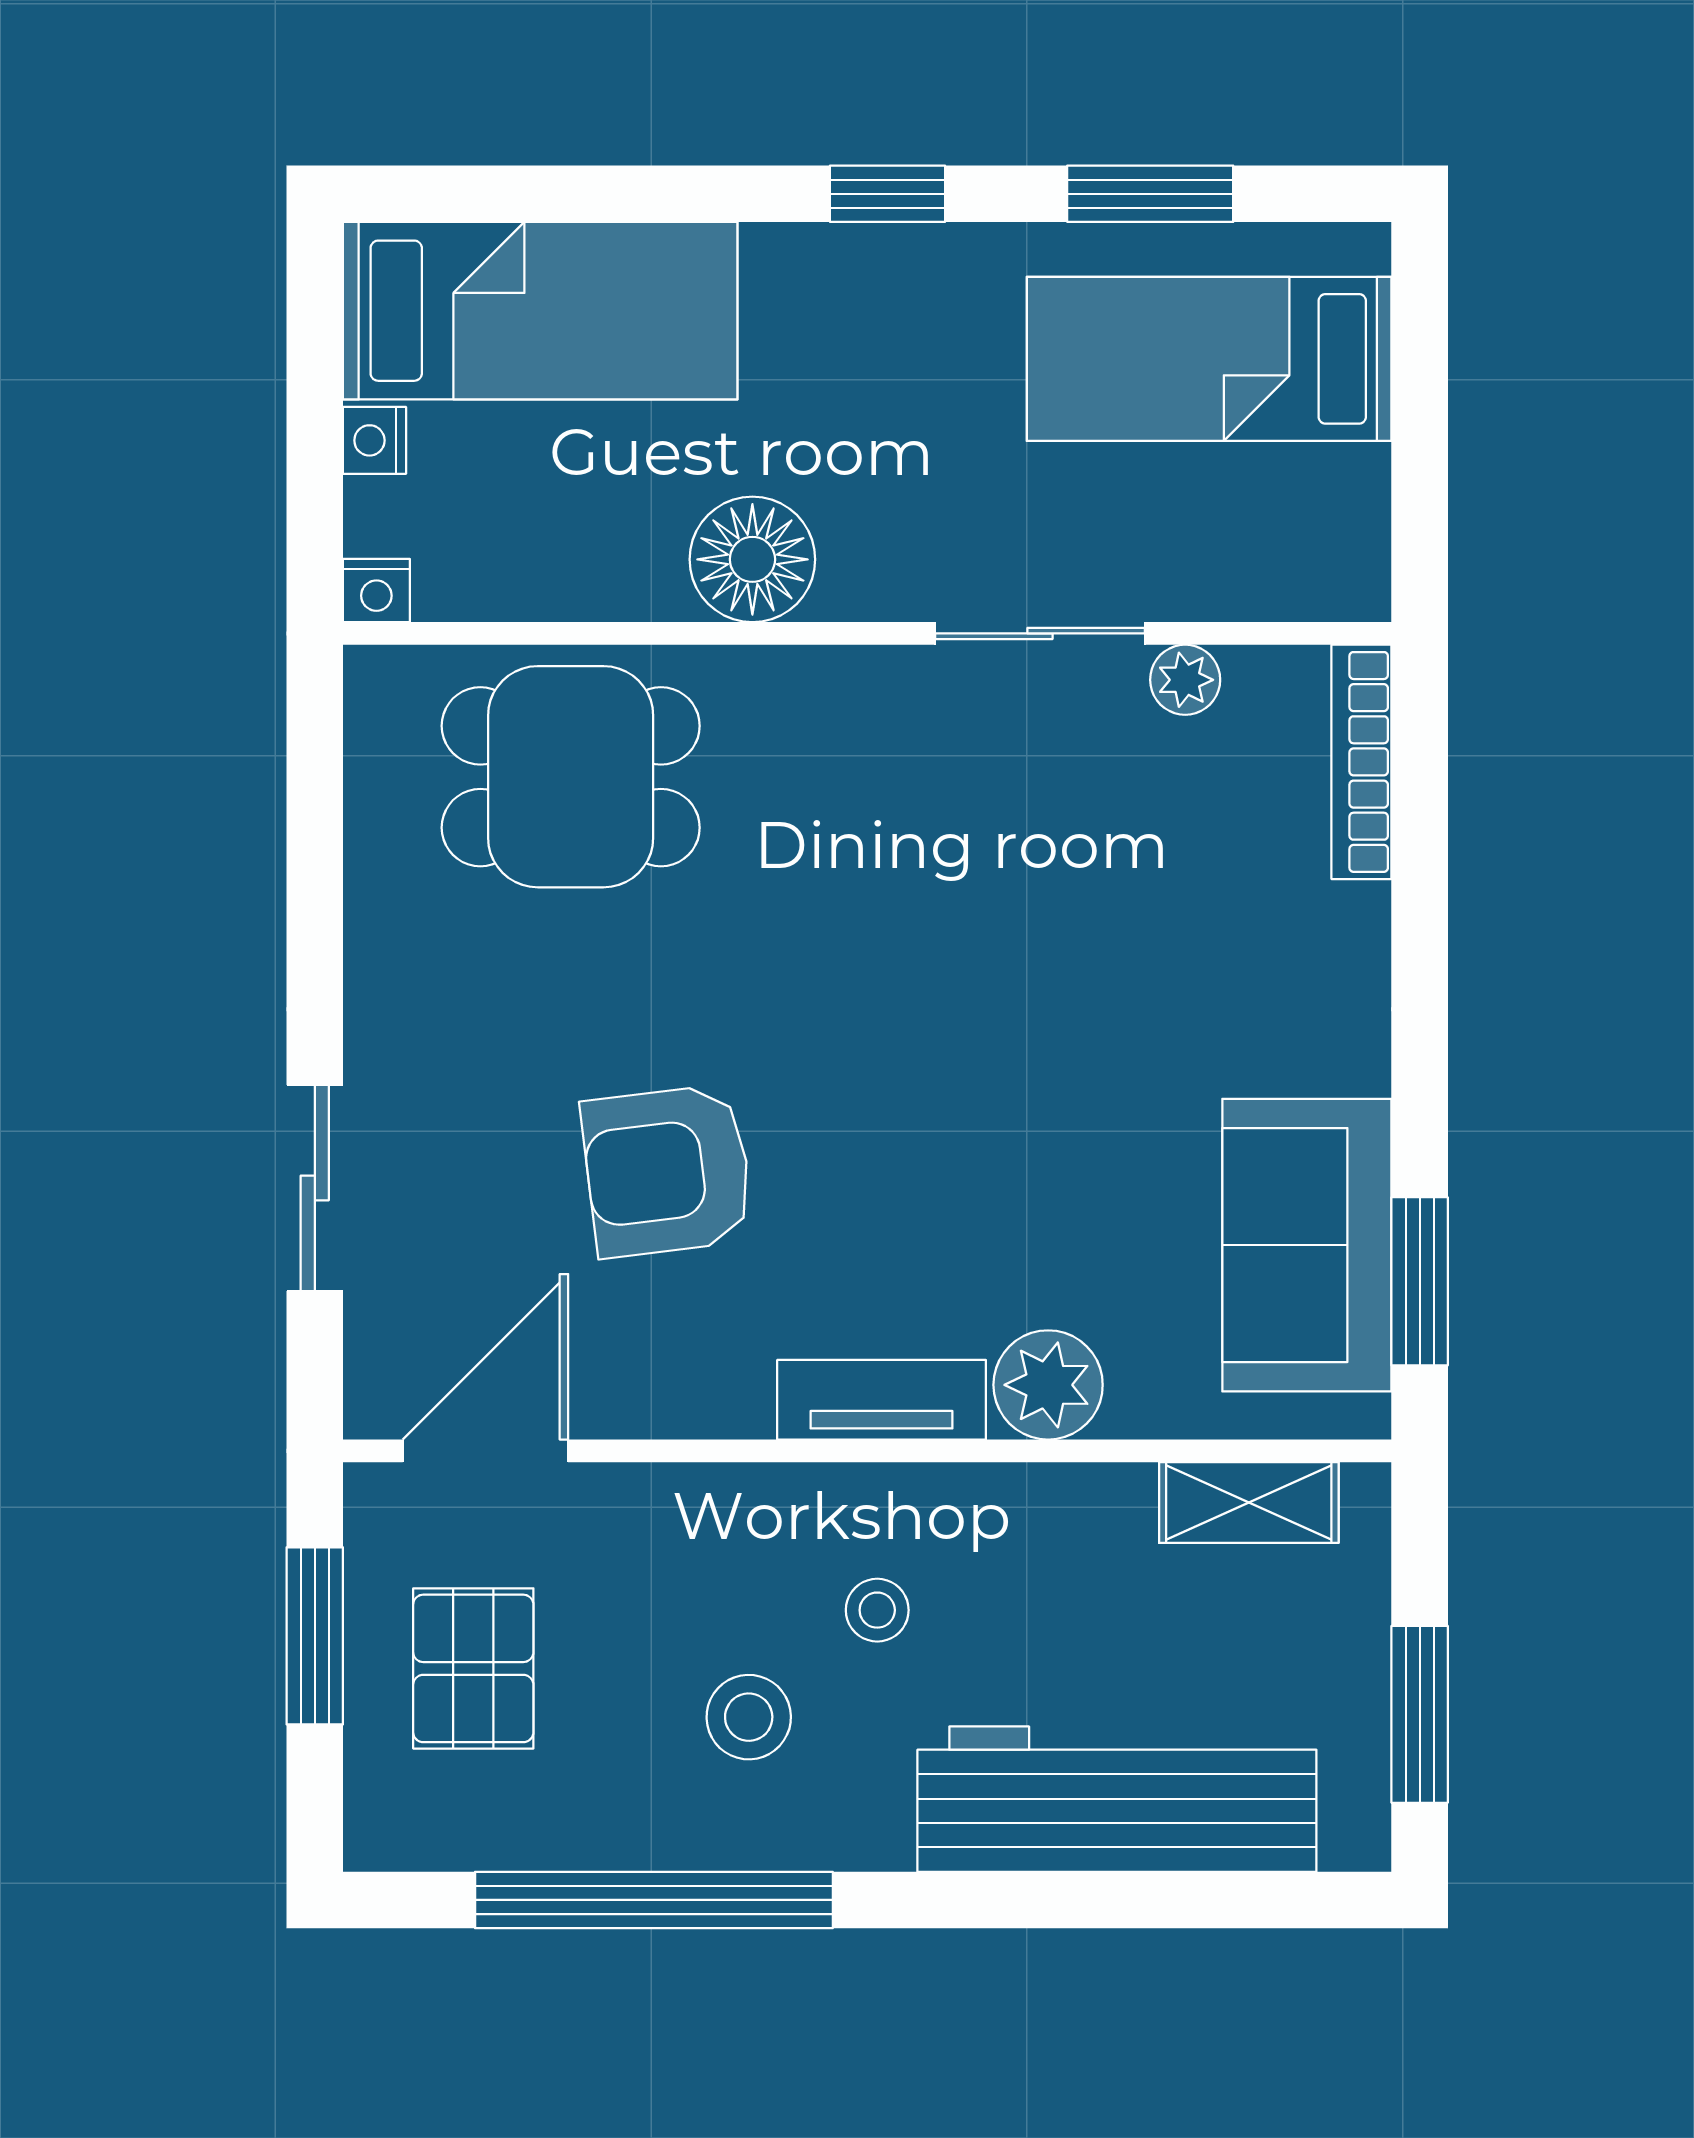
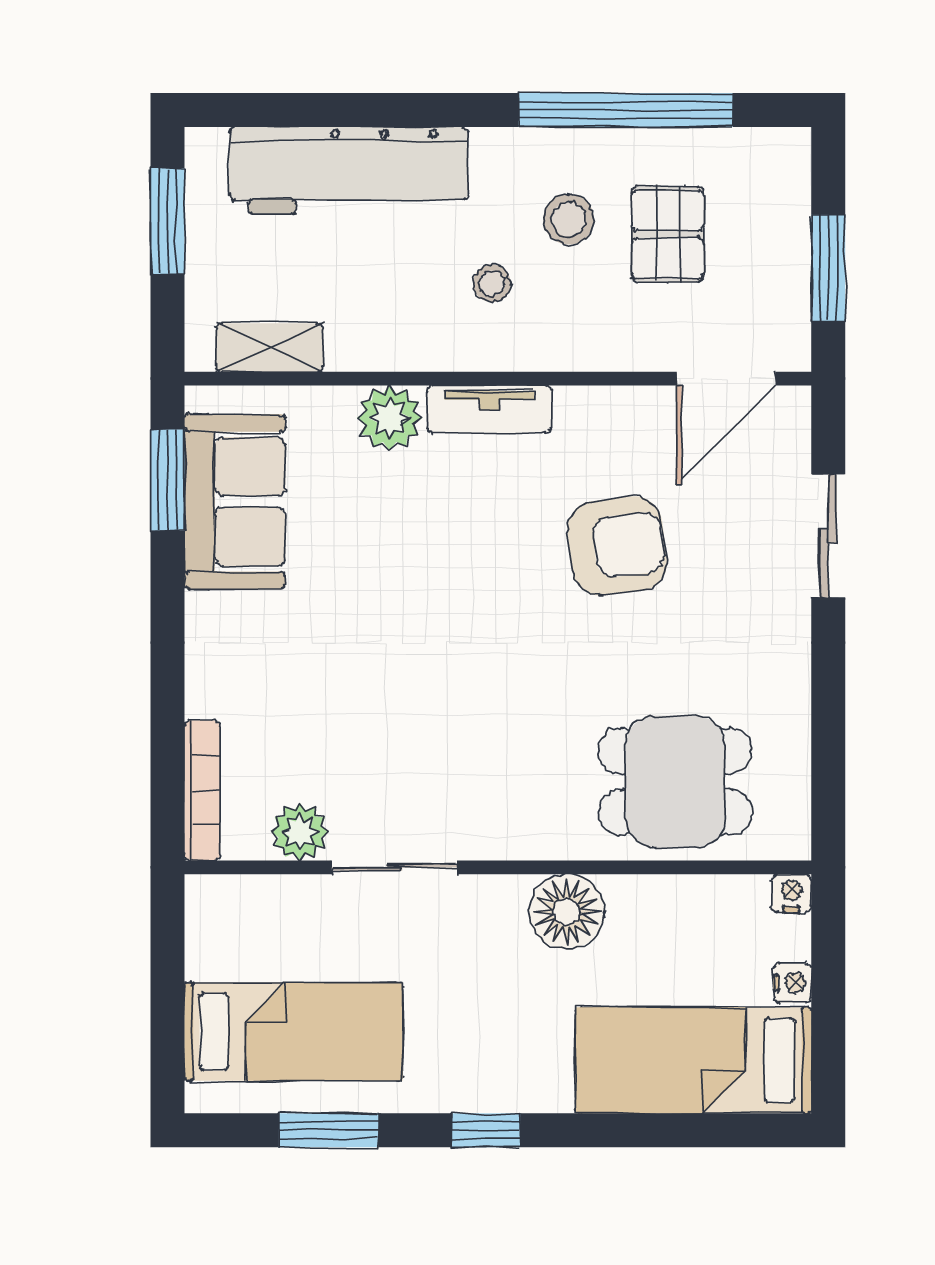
plant: (1185, 680) -> (300, 832), width x1.38, depth x1.38
pallet: (473, 1668) -> (668, 234), moved

